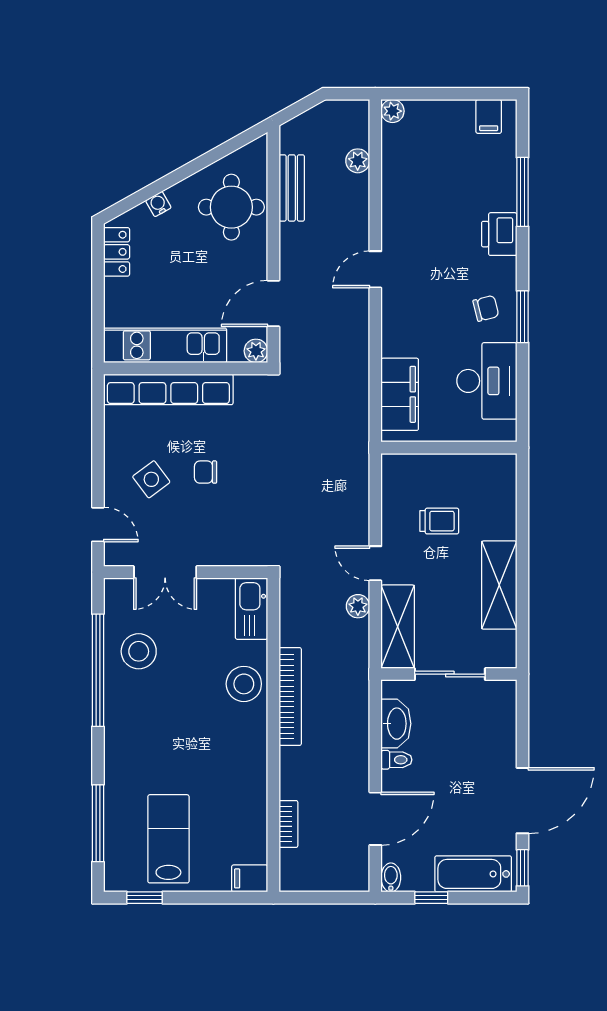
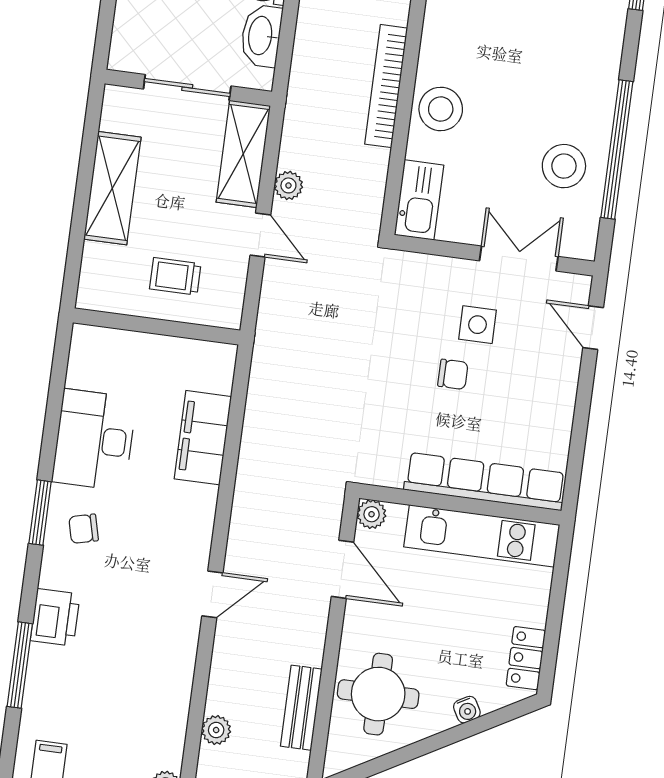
door: (273, 304) -> (342, 569), hinge flipped
wall: (449, 448) -> (156, 326), moved
side table: (151, 479) -> (477, 325), moved, turned 37

